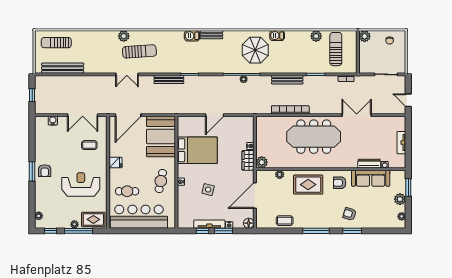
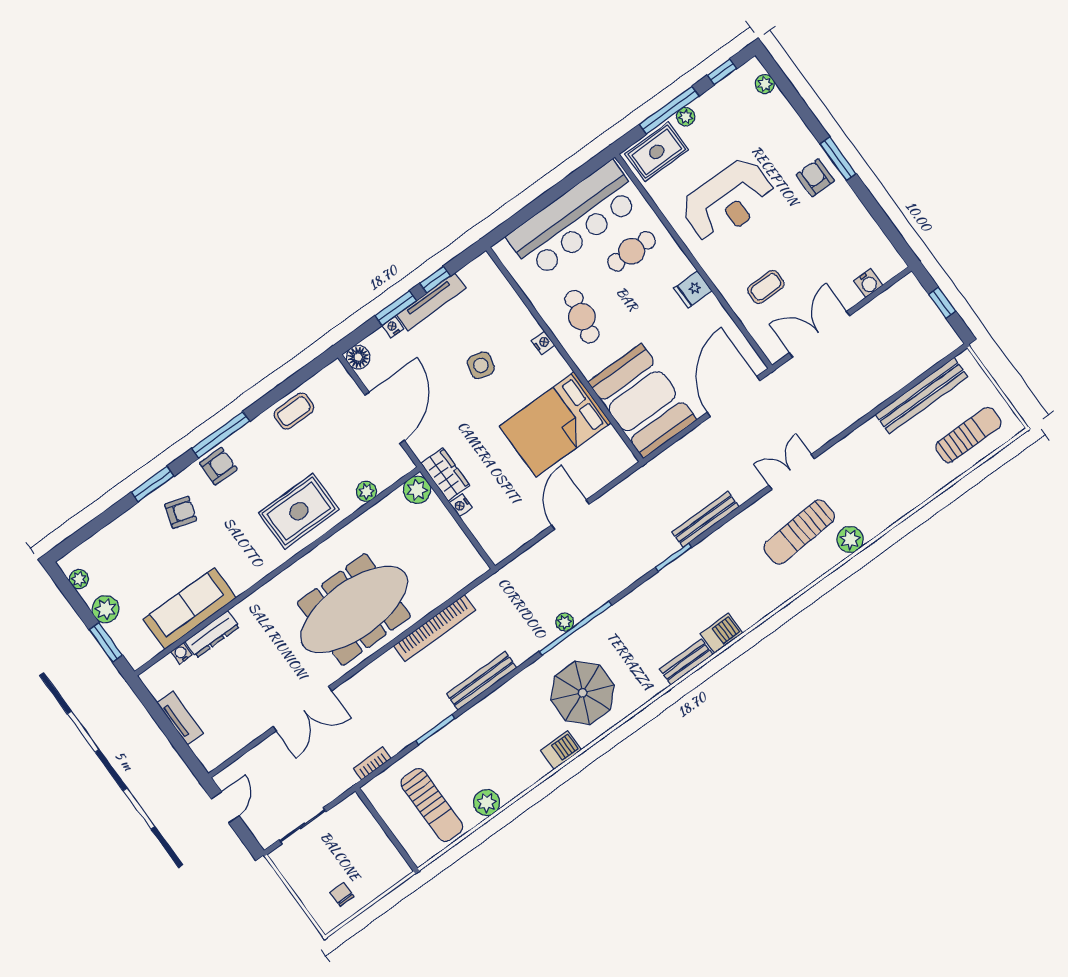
plant: (365, 36) -> (395, 868), removed
door: (408, 100) -> (225, 807), hinge flipped
armchair: (340, 183) -> (218, 466), moved

